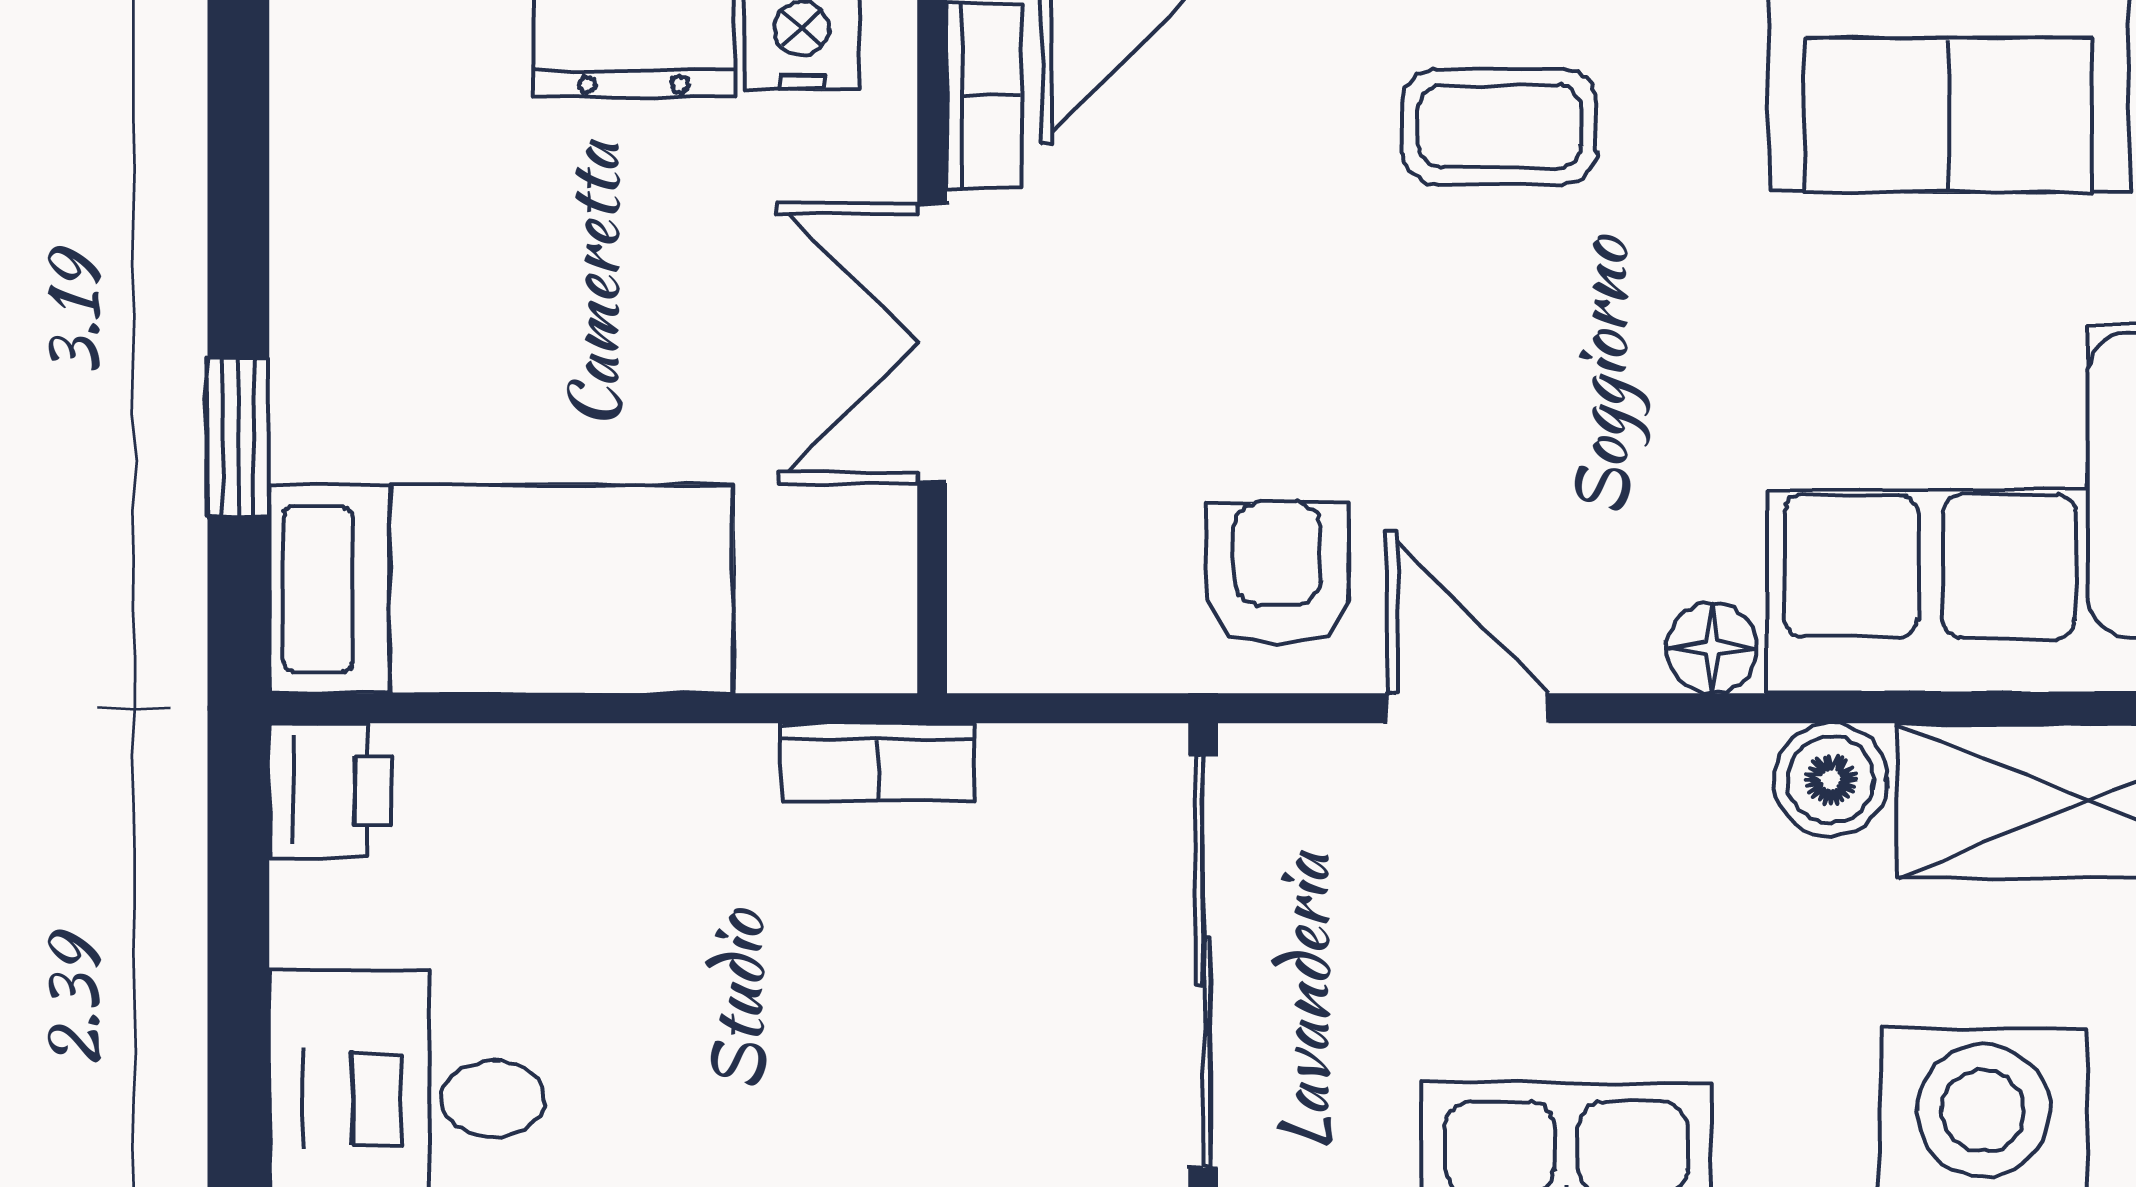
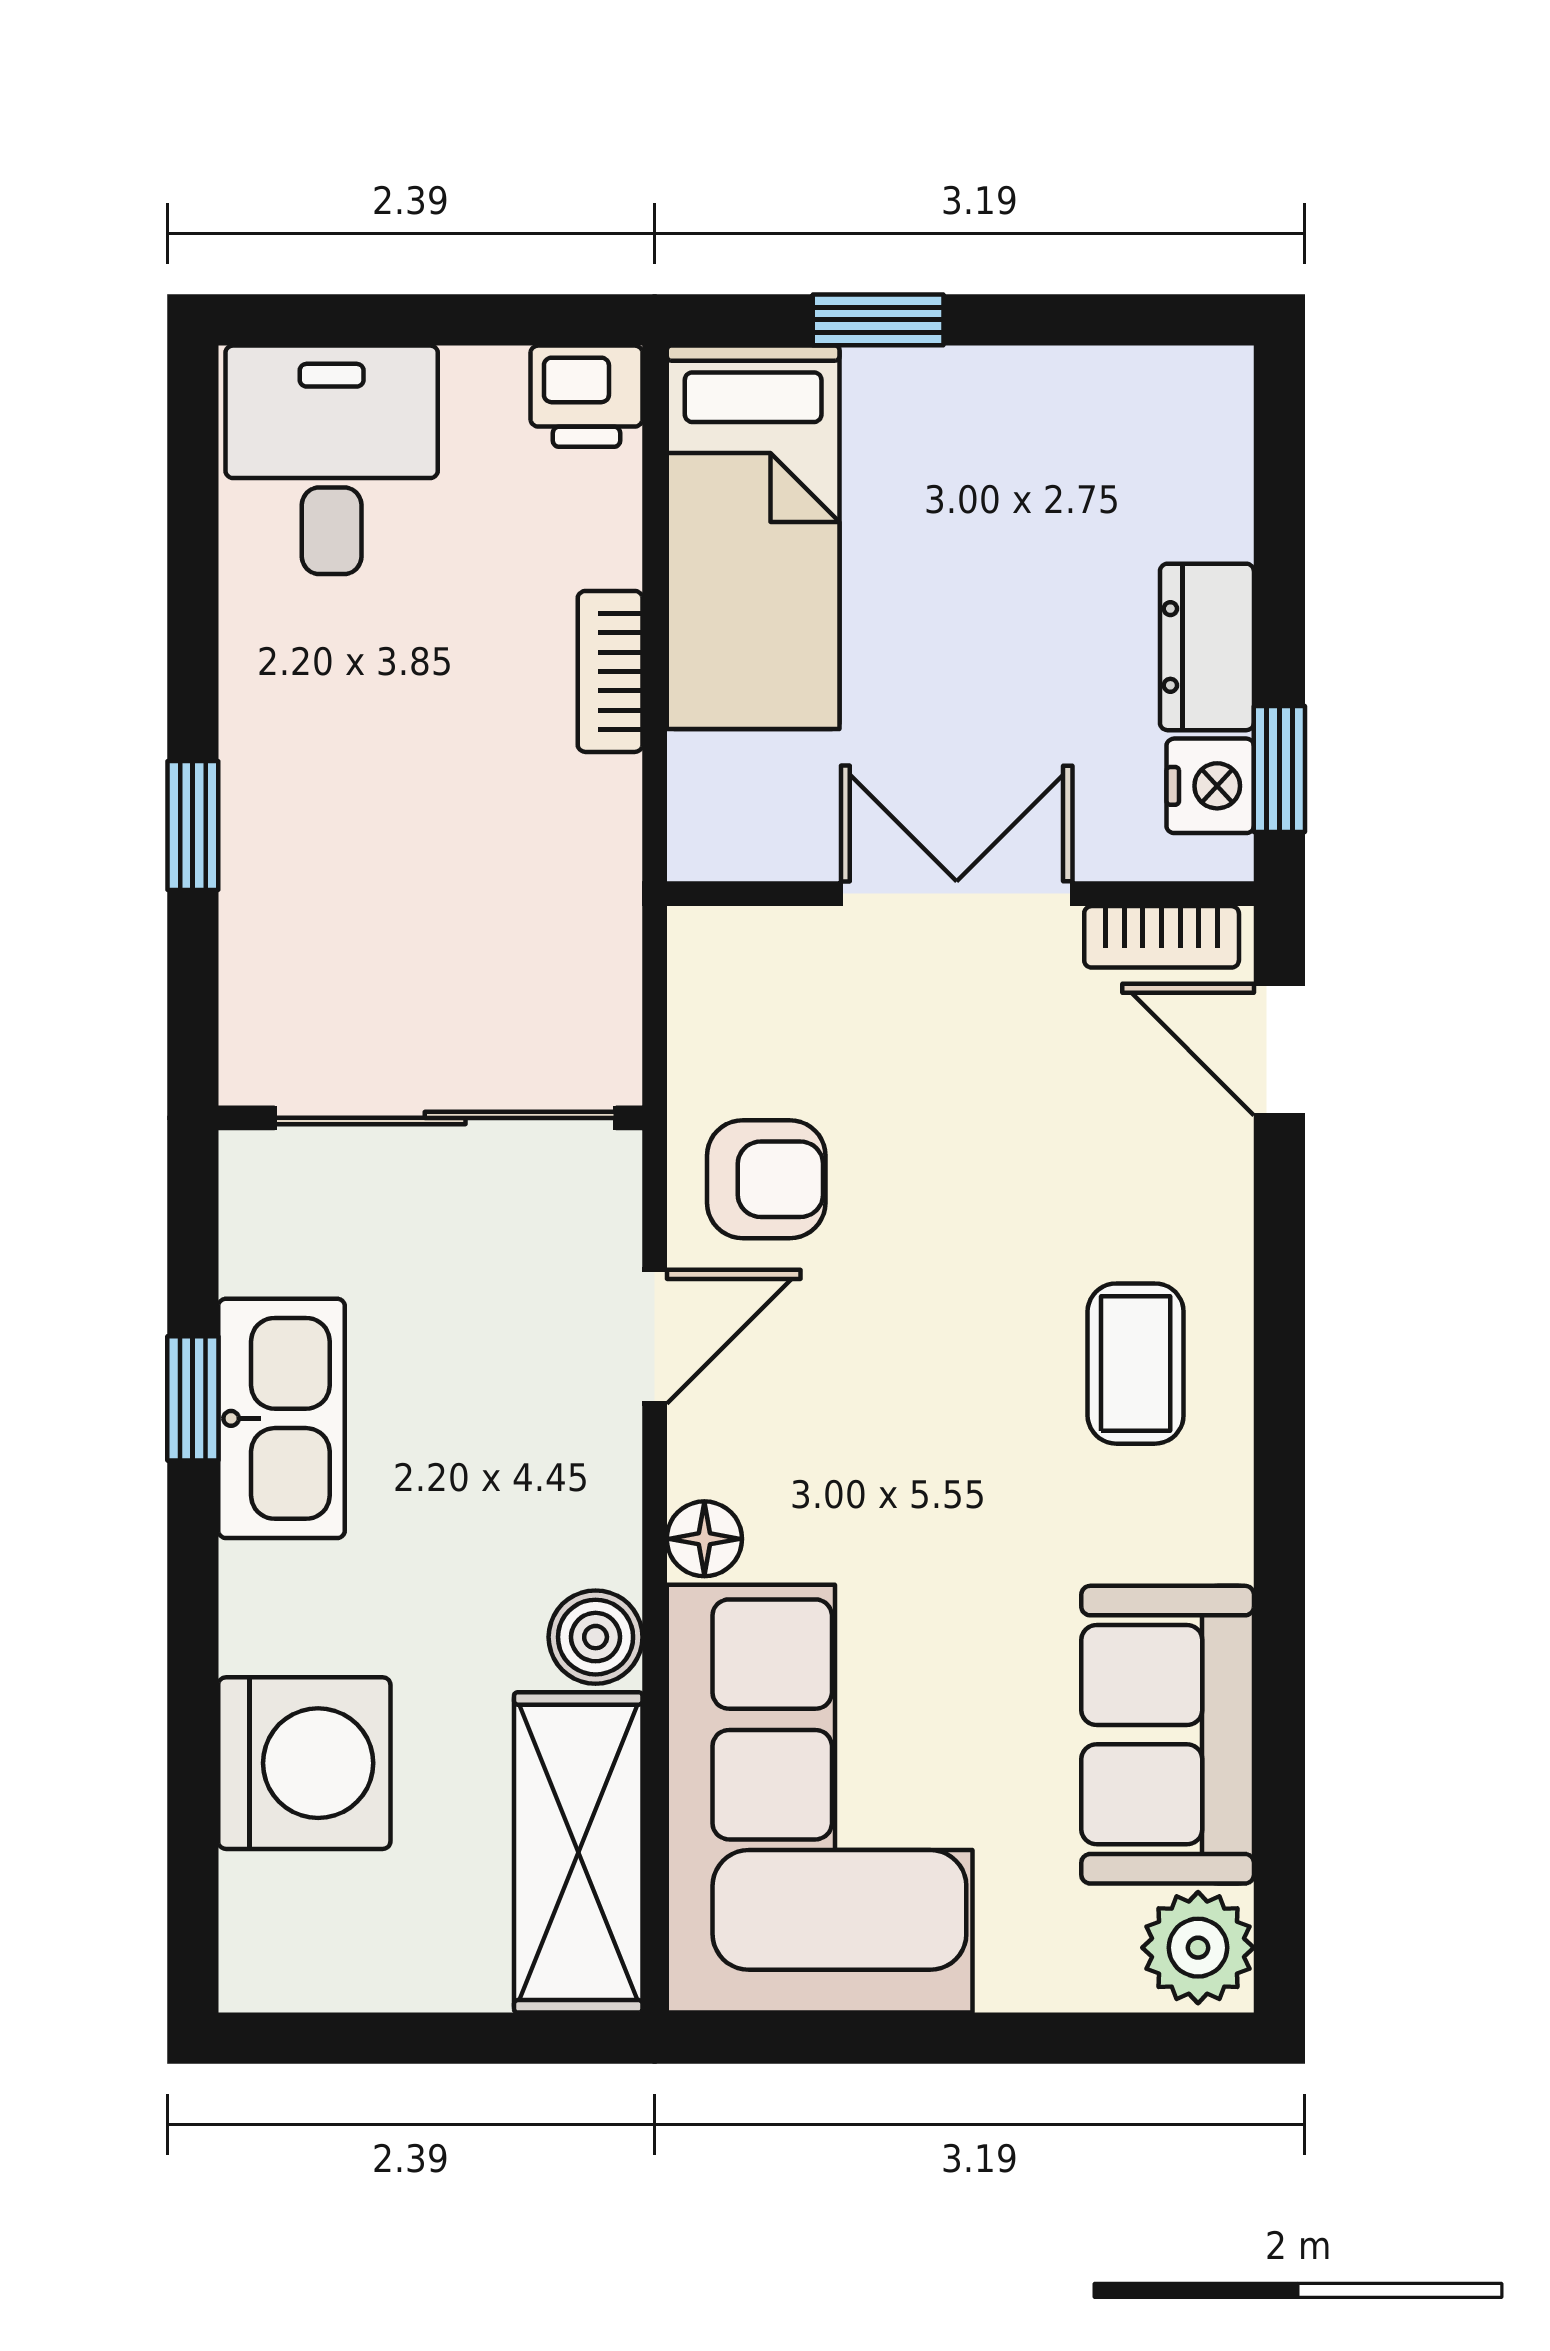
bookcase: (878, 762) -> (610, 671), moved

